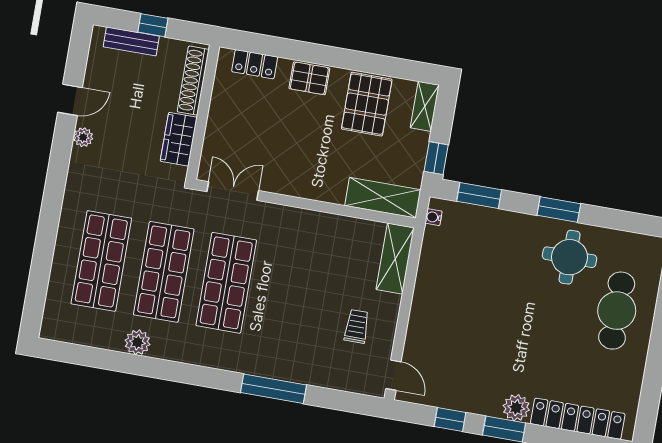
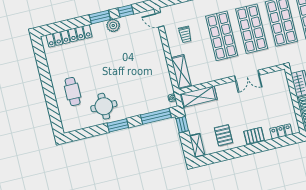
pallet: (367, 104) -> (223, 135), width x0.67, depth x0.71
double door: (233, 191) -> (247, 75), moved
window: (479, 195) -> (156, 116), width x1.44
shop shelf: (289, 294) -> (222, 36), added
cafe table: (617, 311) -> (73, 92), width x0.73, depth x0.74
plant: (516, 408) -> (113, 25), moved

